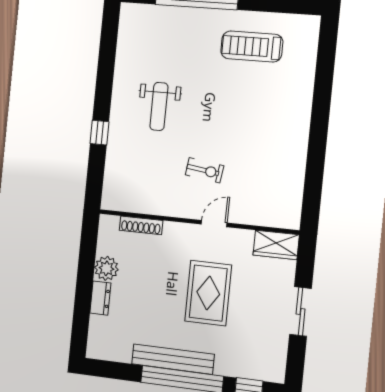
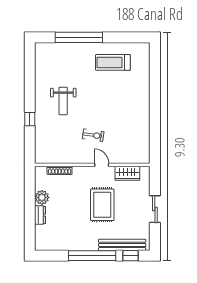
door: (214, 224) -> (102, 165), hinge flipped
wardrobe: (276, 245) -> (127, 173), moved
bench: (173, 359) -> (122, 245), moved

